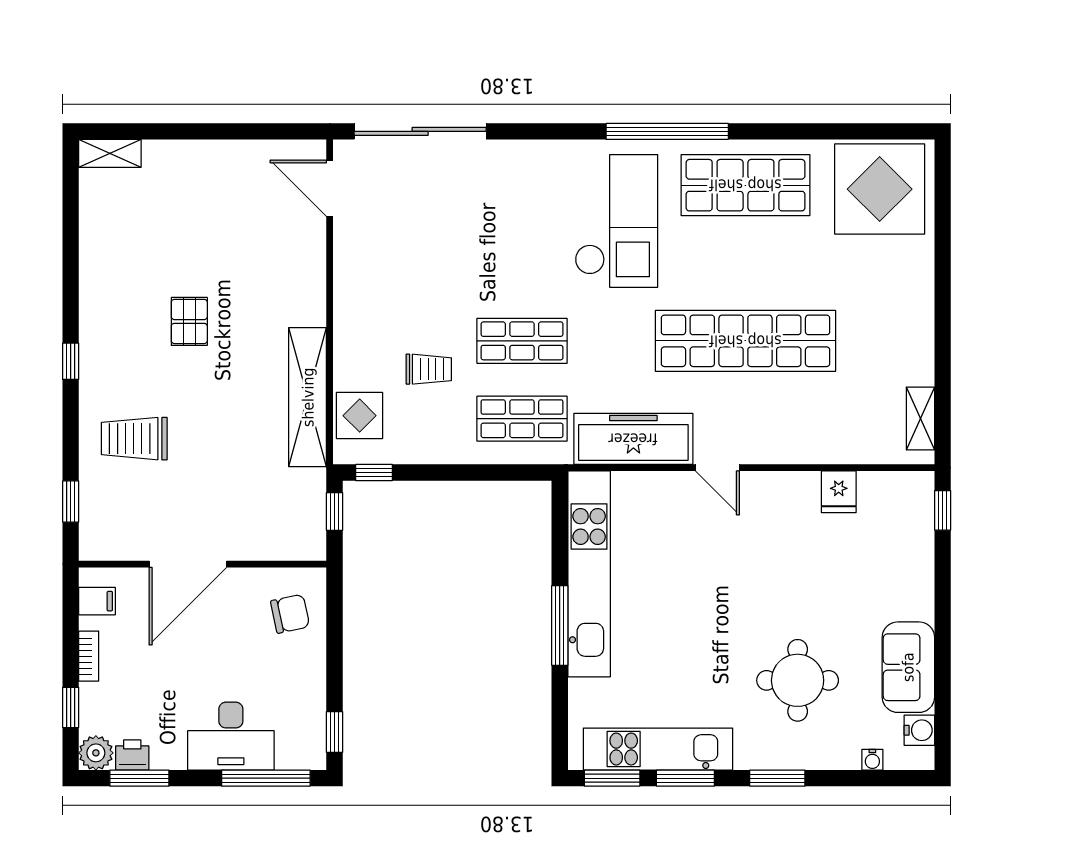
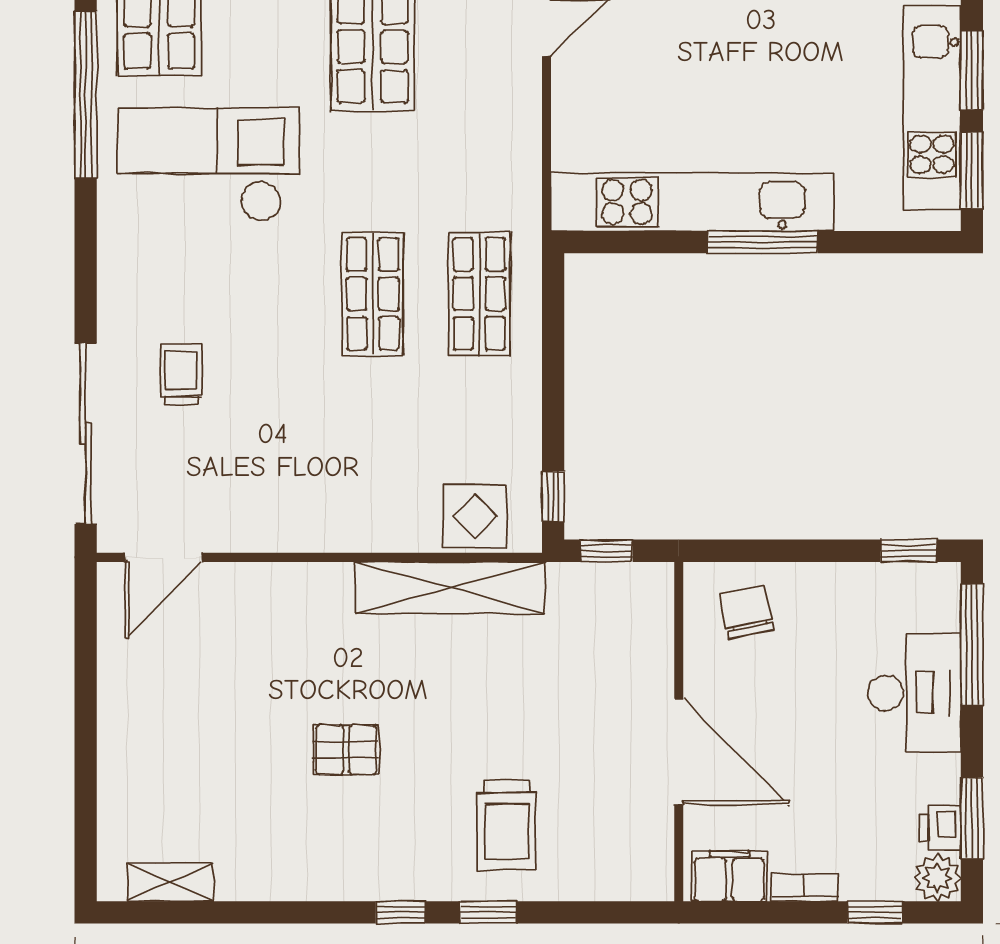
shelving: (110, 153) -> (170, 882), moved, turned 90
trolley: (429, 369) -> (181, 374), moved
freezer: (633, 439) -> (507, 141), removed
window: (71, 502) -> (488, 912), moved
filing cabinet: (97, 601) -> (729, 876), width x2.00

